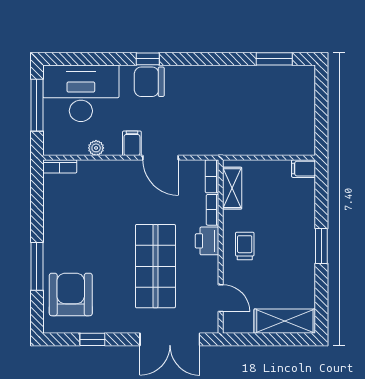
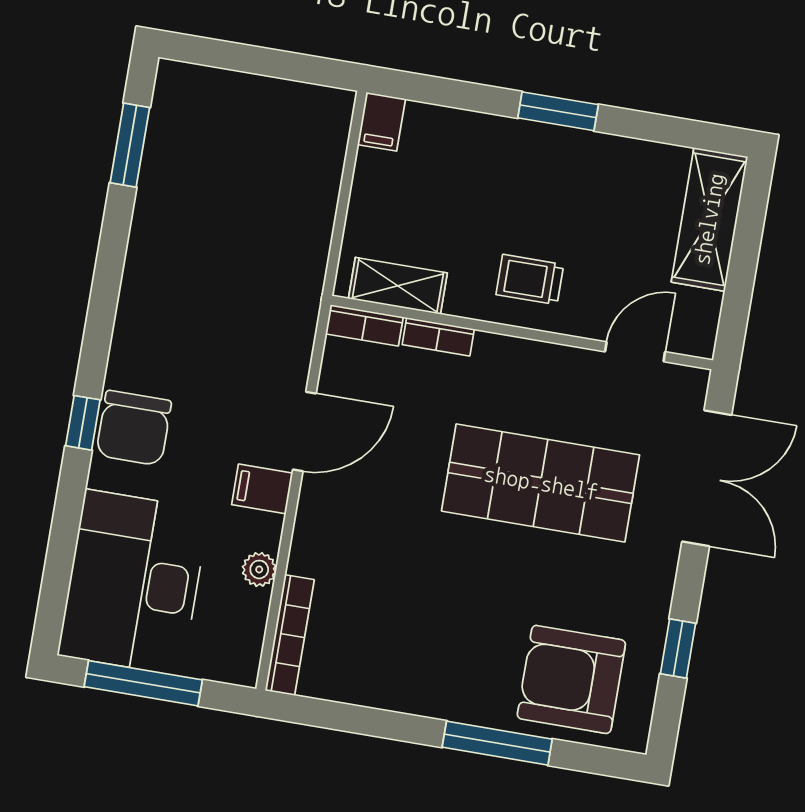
bookcase: (60, 166) -> (290, 635), width x1.56
printer: (207, 241) -> (504, 360), removed

